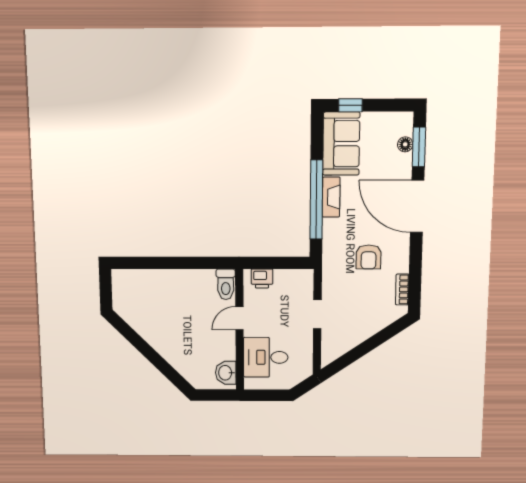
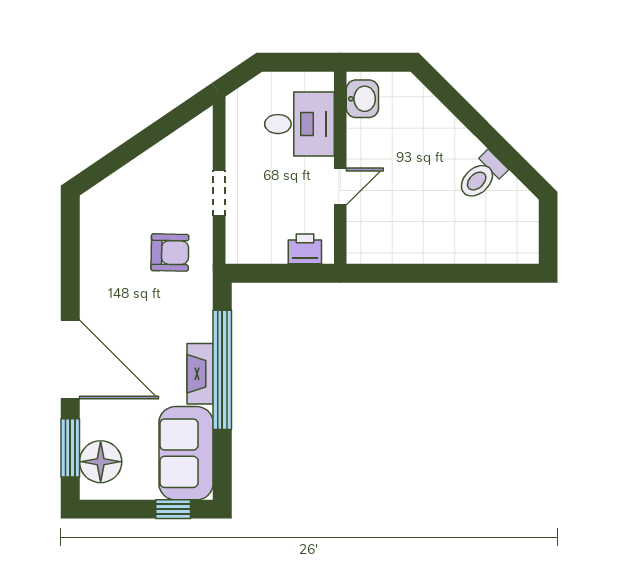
floor lamp: (405, 144) -> (101, 462), width x1.89, depth x1.89
armchair: (369, 257) -> (170, 253), moved, turned 91
toilet: (226, 284) -> (481, 176), moved, turned -135
bookcase: (402, 289) -> (89, 232), removed

